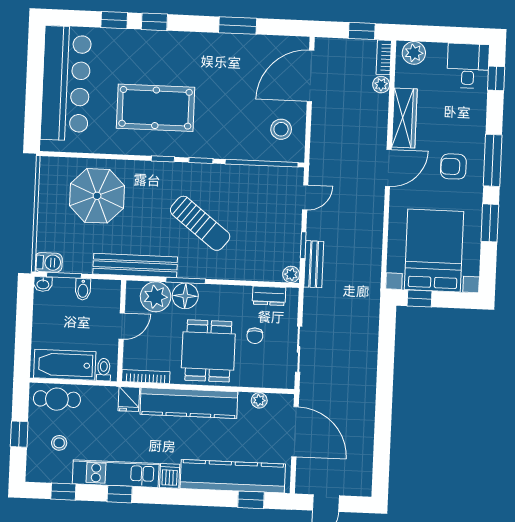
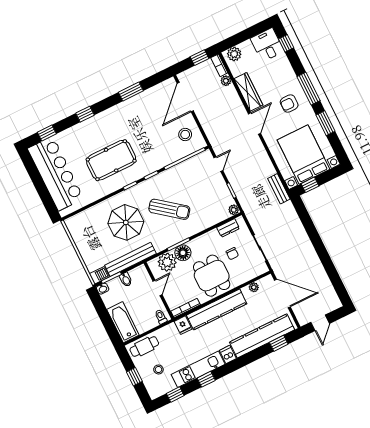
window: (114, 20) -> (47, 133), moved
parasol: (97, 196) -> (126, 222), moved
bench: (314, 264) -> (279, 189), moved
bench: (135, 265) -> (130, 259), moved
bathtub: (65, 365) -> (123, 322), moved, turned 90

